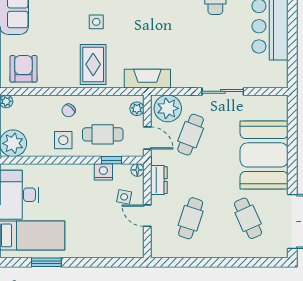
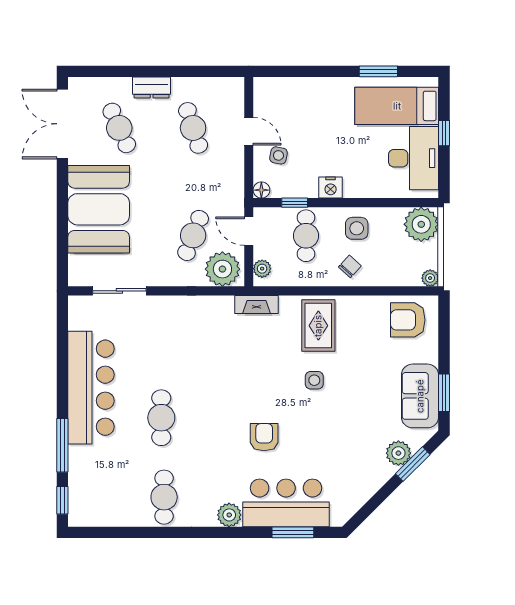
armchair: (23, 69) -> (408, 320), turned 90
fireplace: (147, 79) -> (256, 304), width x0.73, depth x0.76
sliding door: (223, 91) -> (119, 291), moved
cafe table: (103, 134) -> (306, 236), turned 90
nightstand: (103, 172) -> (331, 188), moved
dresser: (159, 180) -> (152, 88), moved, turned -90
cafe table: (191, 218) -> (193, 128), turned -36

